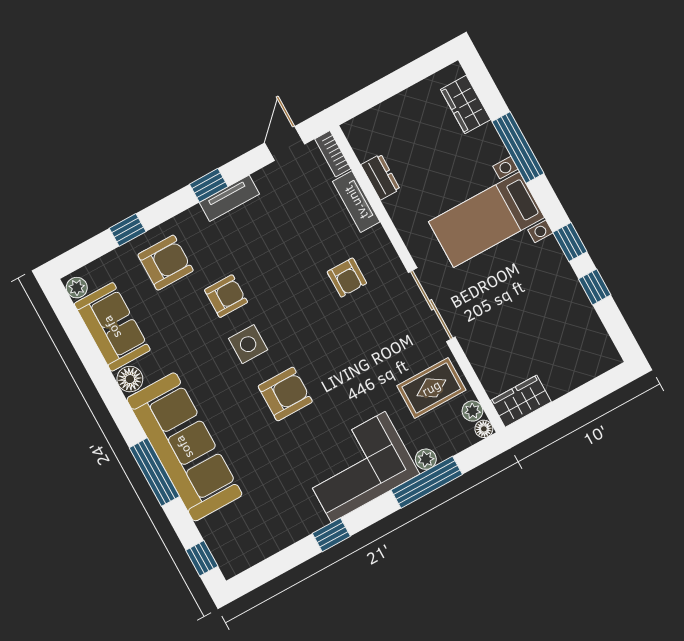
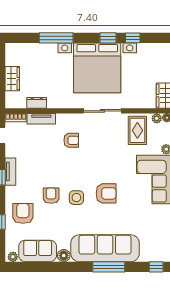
wardrobe: (466, 104) -> (12, 79), moved, turned -90
bed with nightstands: (486, 220) -> (97, 68), width x1.85
armchair: (285, 394) -> (106, 193), turned 90

